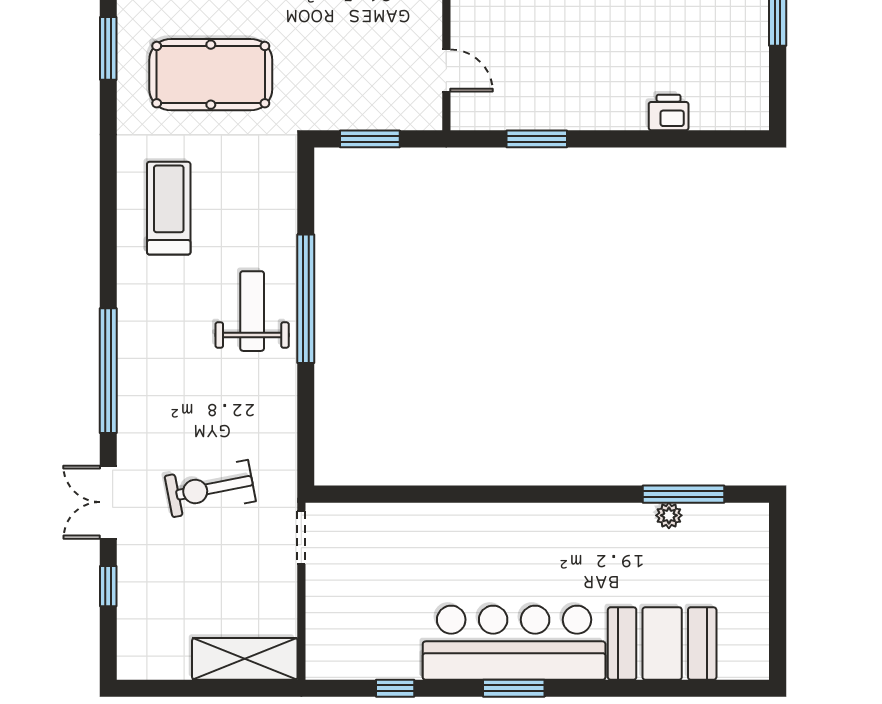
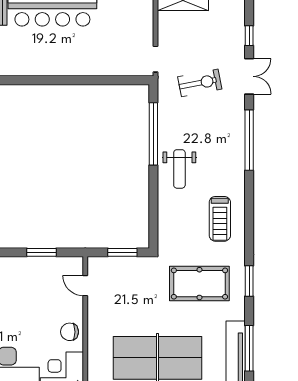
window: (108, 48) -> (249, 281), moved
window: (306, 299) -> (153, 134), moved

